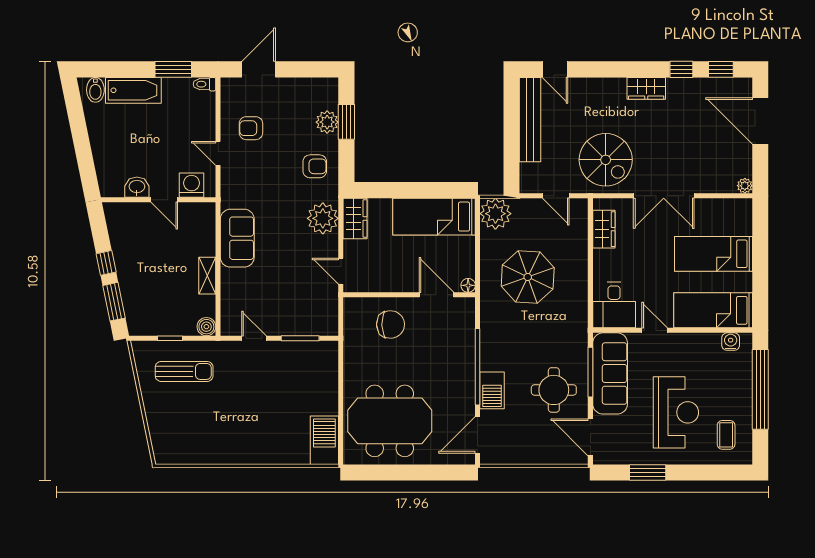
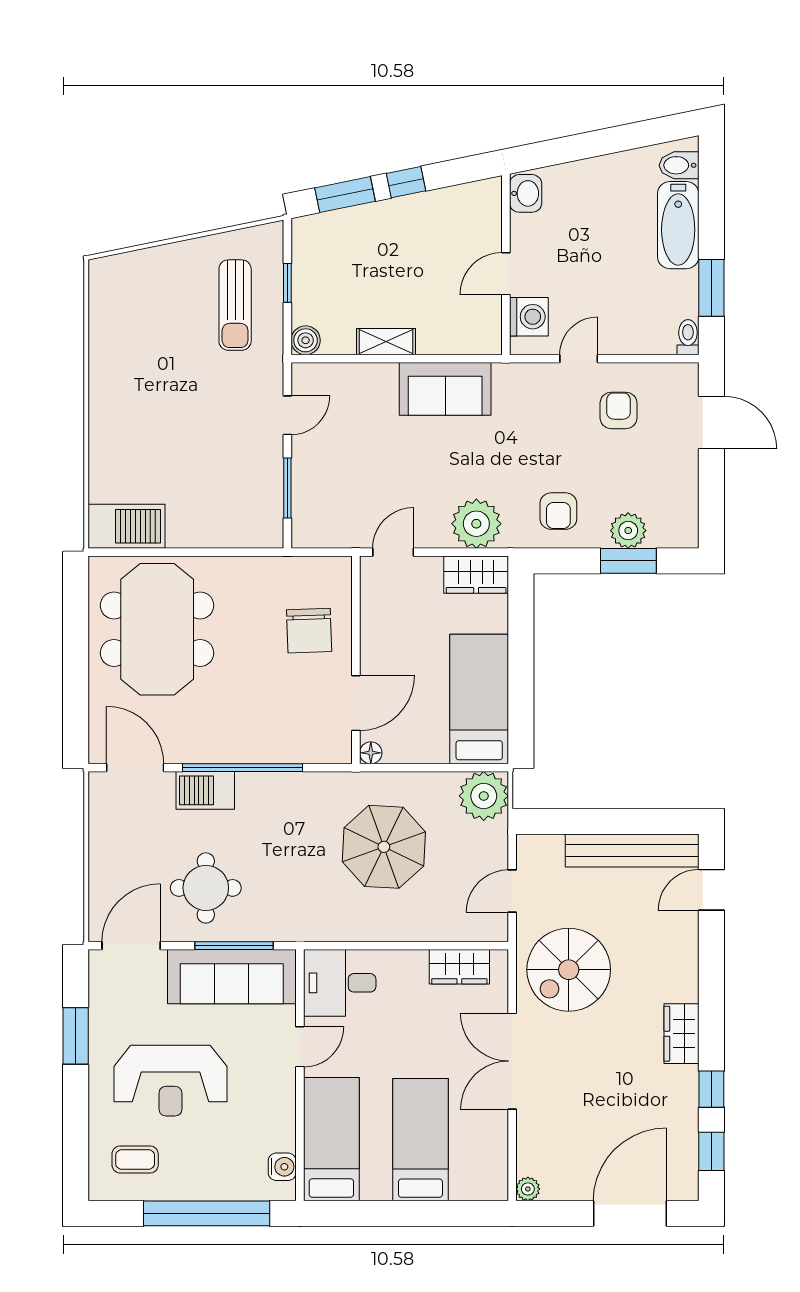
washbasin: (137, 187) -> (526, 193), moved

